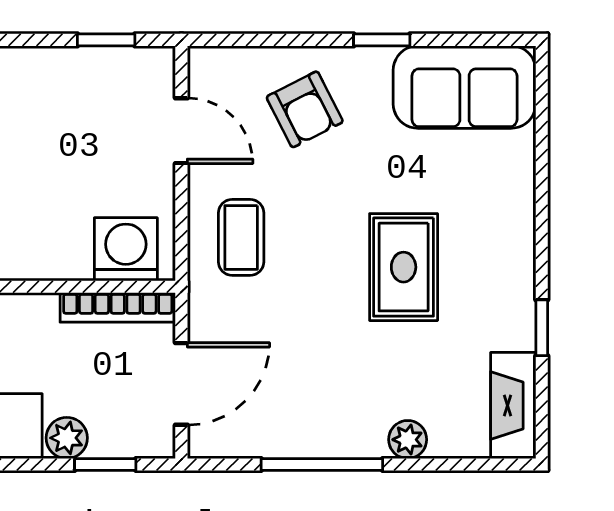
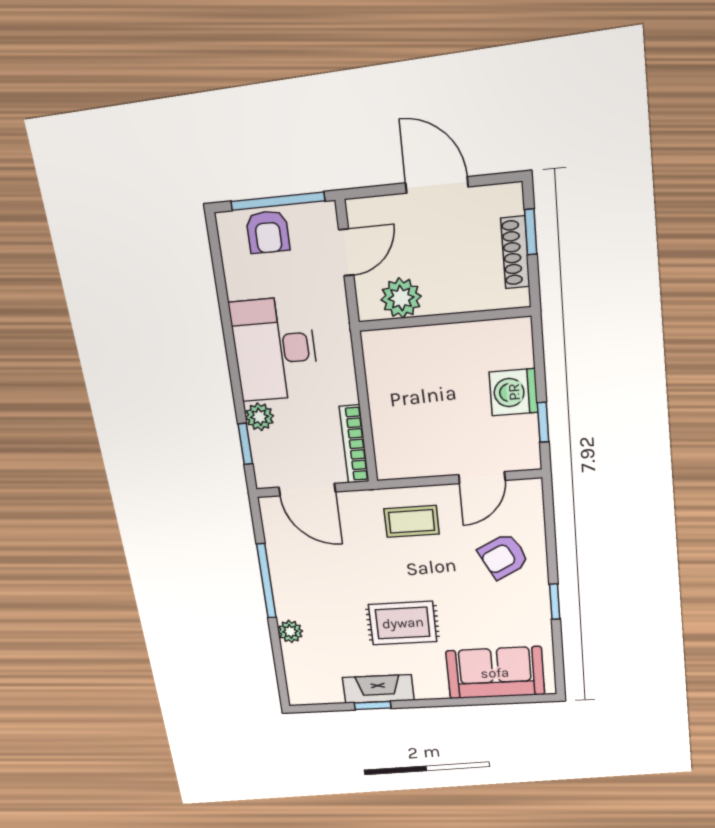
sofa: (464, 87) -> (495, 673), moved, turned 90
washing machine: (126, 249) -> (514, 392), moved, turned 180
fireplace: (513, 406) -> (378, 689), moved

